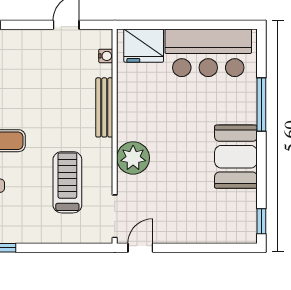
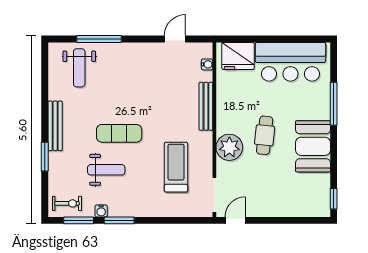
cafe table: (176, 143) -> (265, 135), added

